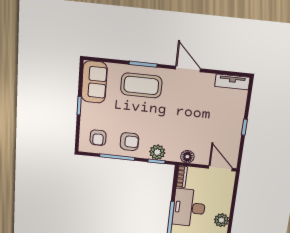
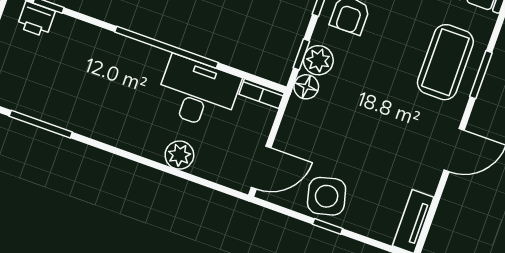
side table: (228, 131) -> (327, 196), added
floor lamp: (187, 157) -> (306, 87), moved
plant: (221, 220) -> (179, 155), moved

